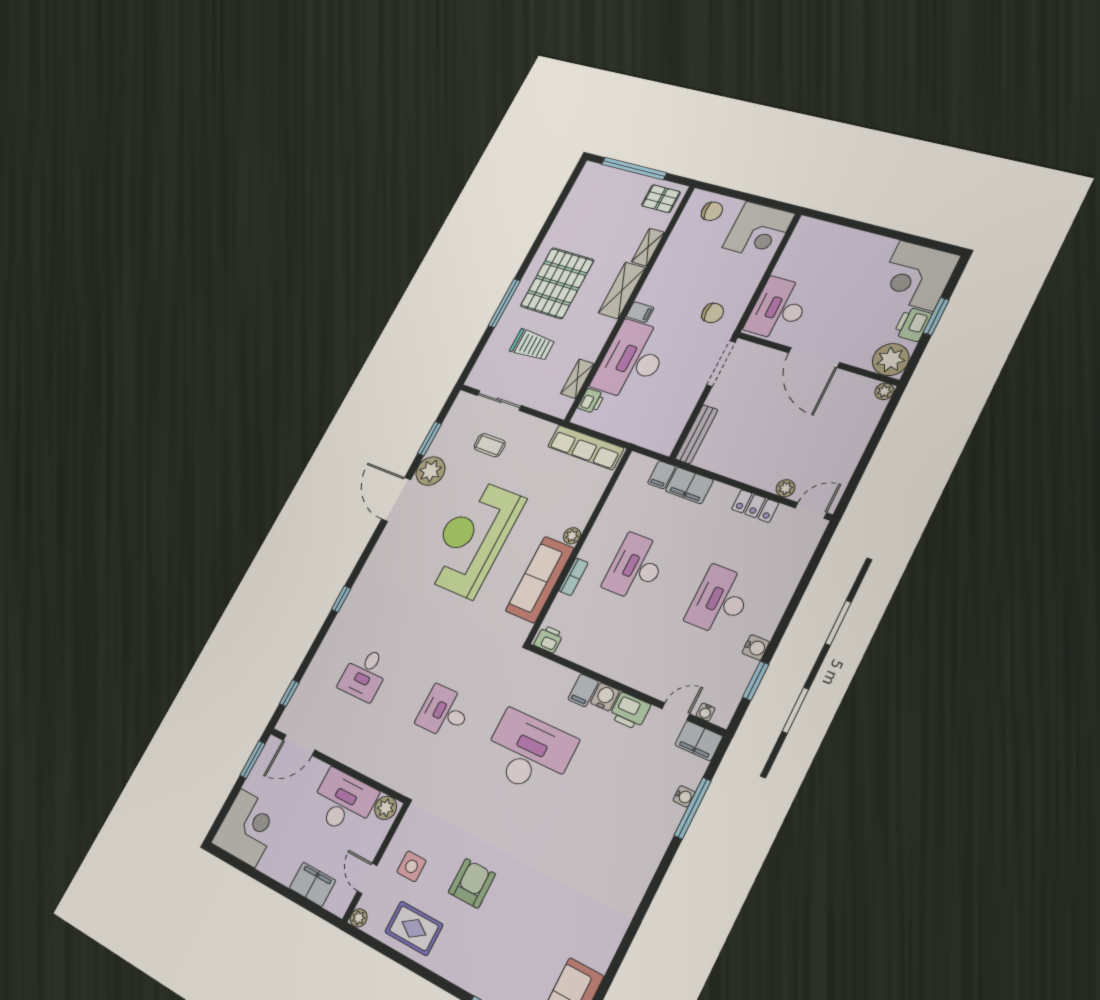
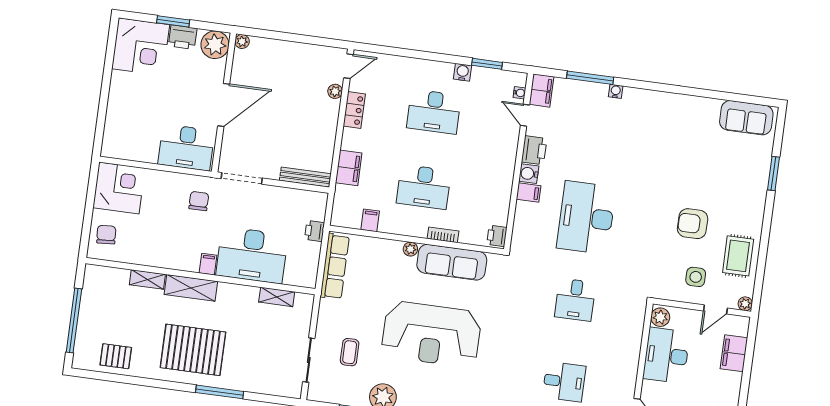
pallet: (661, 199) -> (116, 356), moved, turned 90
trolley: (532, 345) -> (254, 350), removed
printer: (591, 401) -> (315, 231), moved, turned -90
filing cabinet: (662, 475) -> (370, 220), moved, turned -90
door: (811, 510) -> (348, 66), swing flipped
water cooler: (684, 796) -> (616, 91), moved

